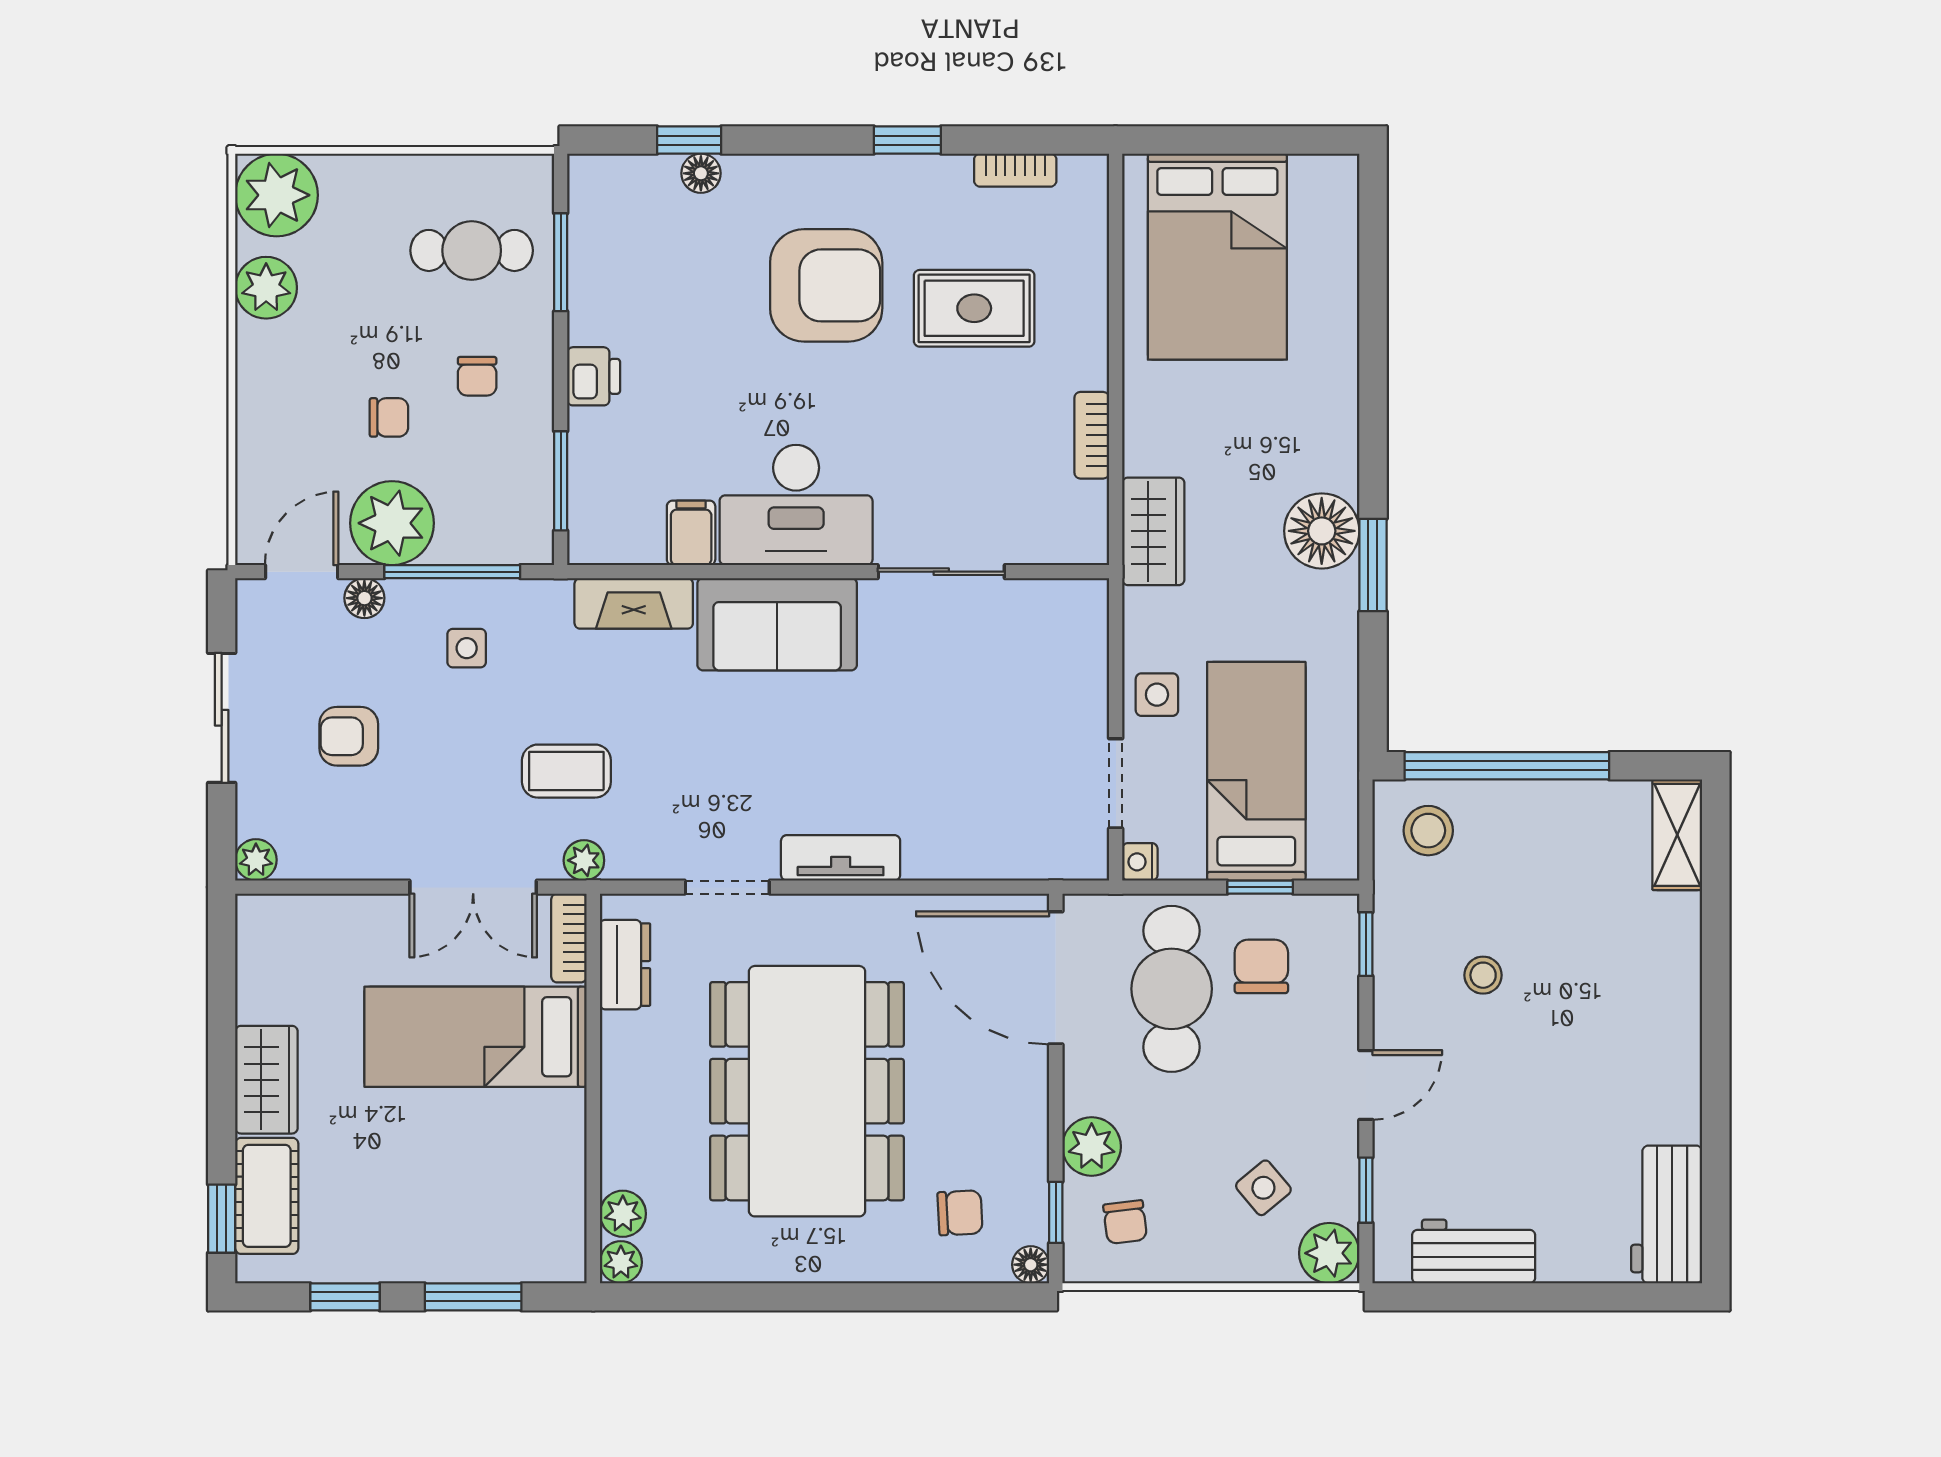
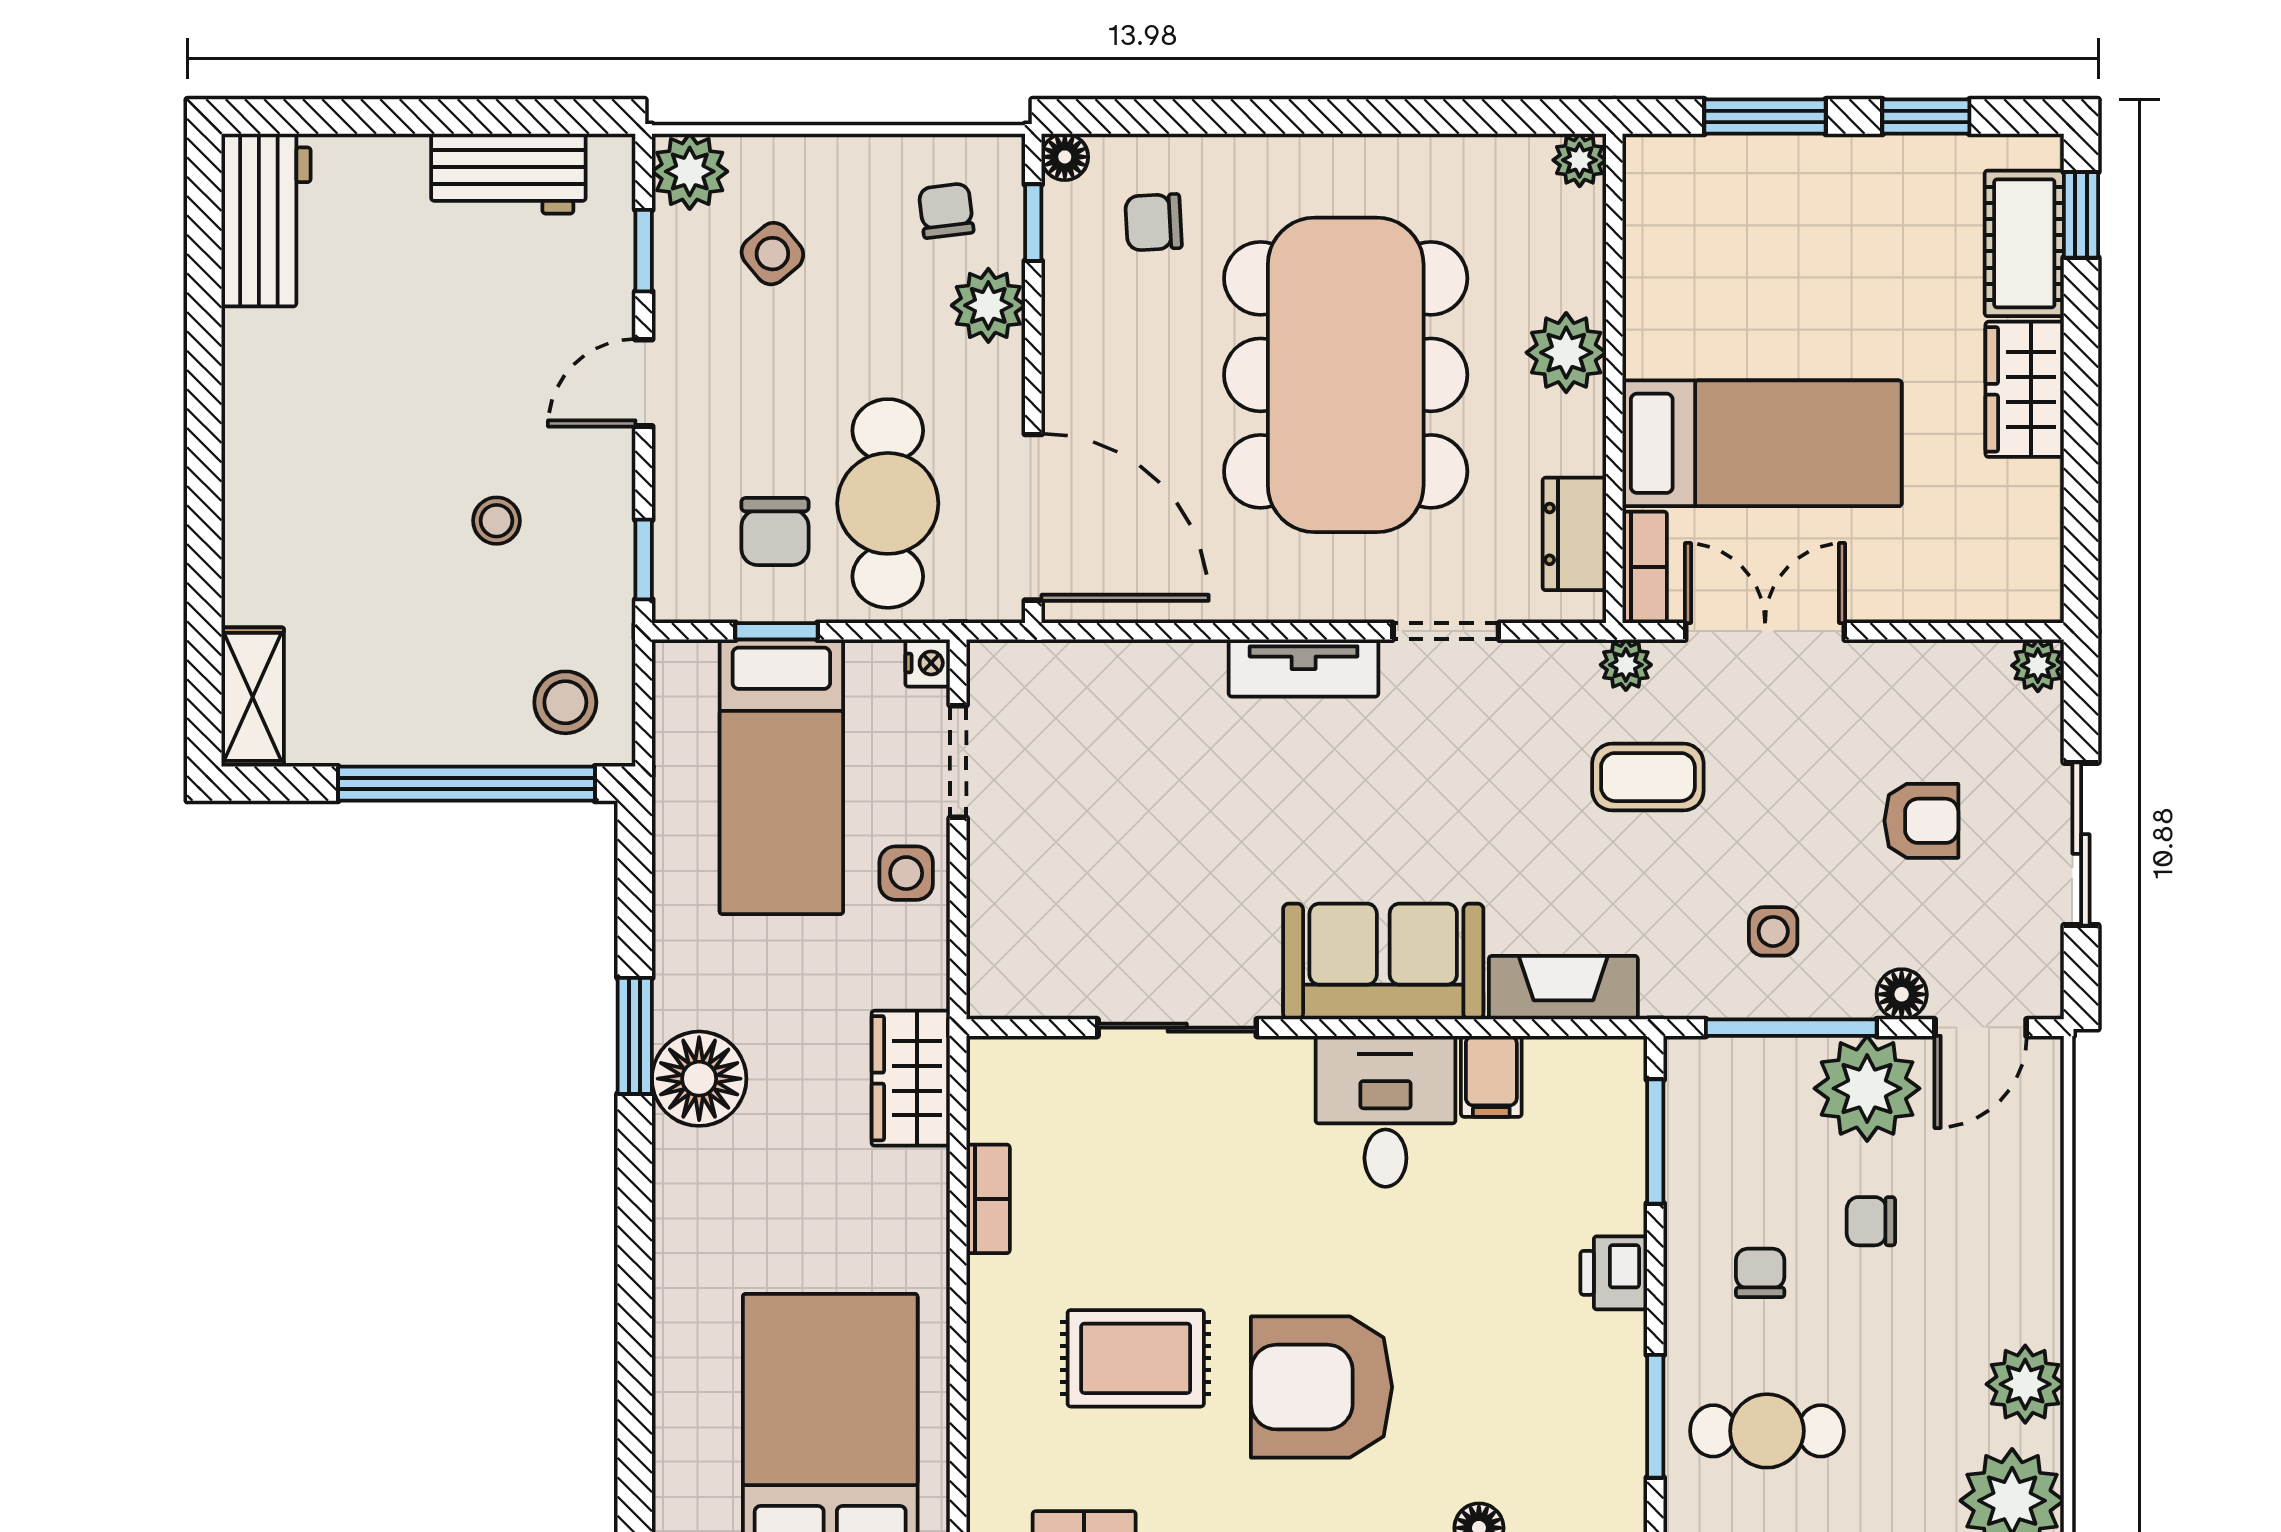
desk: (796, 505) -> (1385, 1111), width x0.73
plant: (623, 1214) -> (1566, 353), moved, width x1.38, depth x1.38

